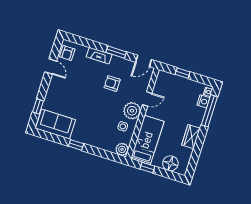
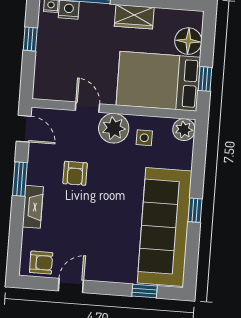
window: (183, 73) -> (30, 39), moved
sofa: (55, 124) -> (165, 227), width x1.85, depth x1.27
bed: (147, 140) -> (158, 81), width x1.50

